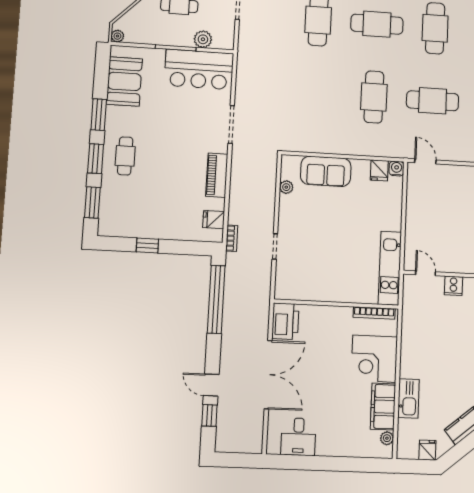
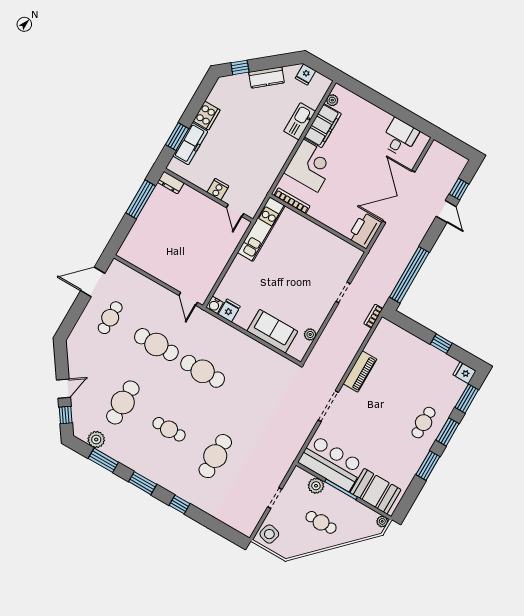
cafe table: (377, 24) -> (169, 429), width x0.73, depth x0.74
booth: (124, 81) -> (376, 491), moved, turned 90
cafe table: (374, 97) -> (203, 371), turned 90
fridge: (214, 220) -> (464, 373), moved, turned 180

